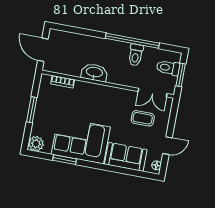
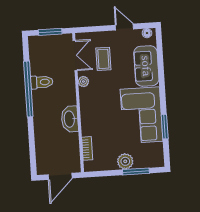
toilet: (168, 68) -> (46, 46), removed
plant: (126, 94) -> (83, 82), added
window: (32, 110) -> (136, 171), moved
plant: (36, 144) -> (125, 161), moved

